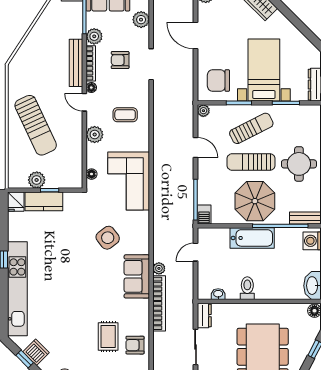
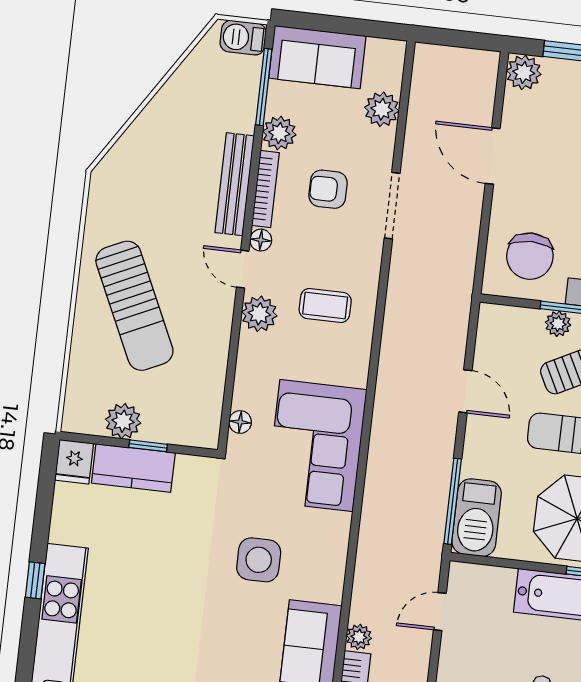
chair: (218, 80) -> (530, 256), turned -90
plant: (203, 111) -> (558, 324), moved
plant: (95, 135) -> (259, 314), moved
barbecue: (204, 214) -> (477, 518), width x1.88, depth x1.53
side table: (108, 238) -> (259, 560), turned 37

